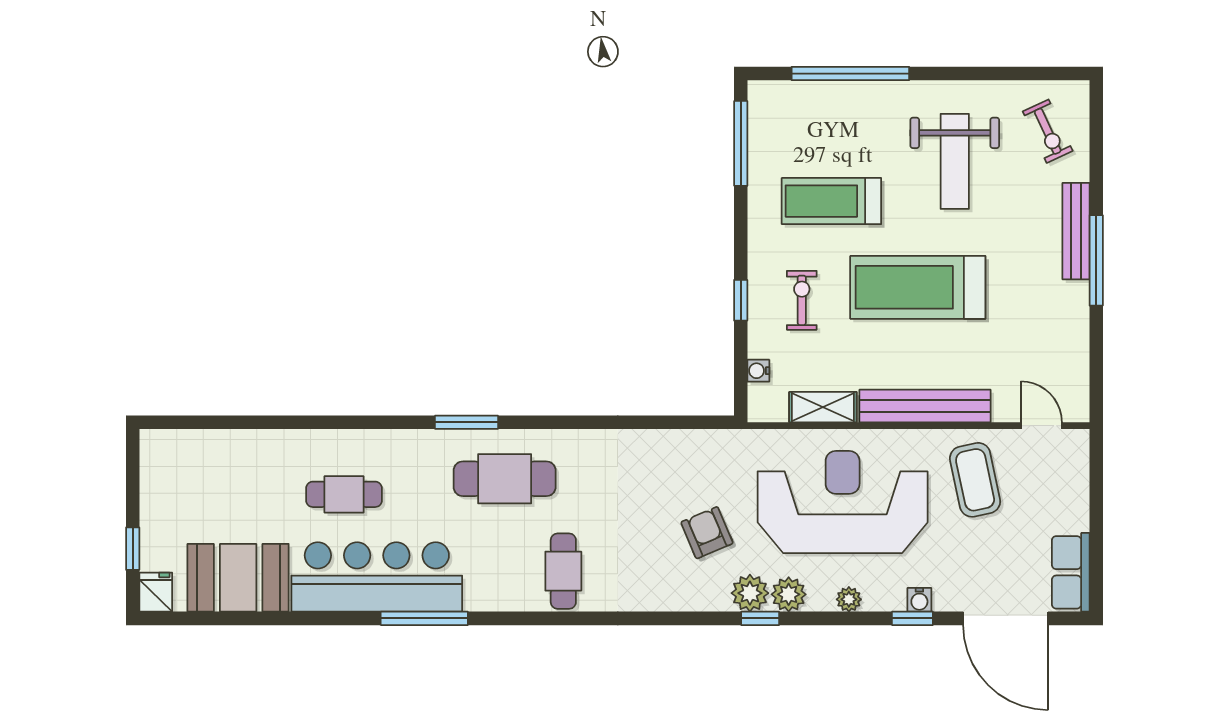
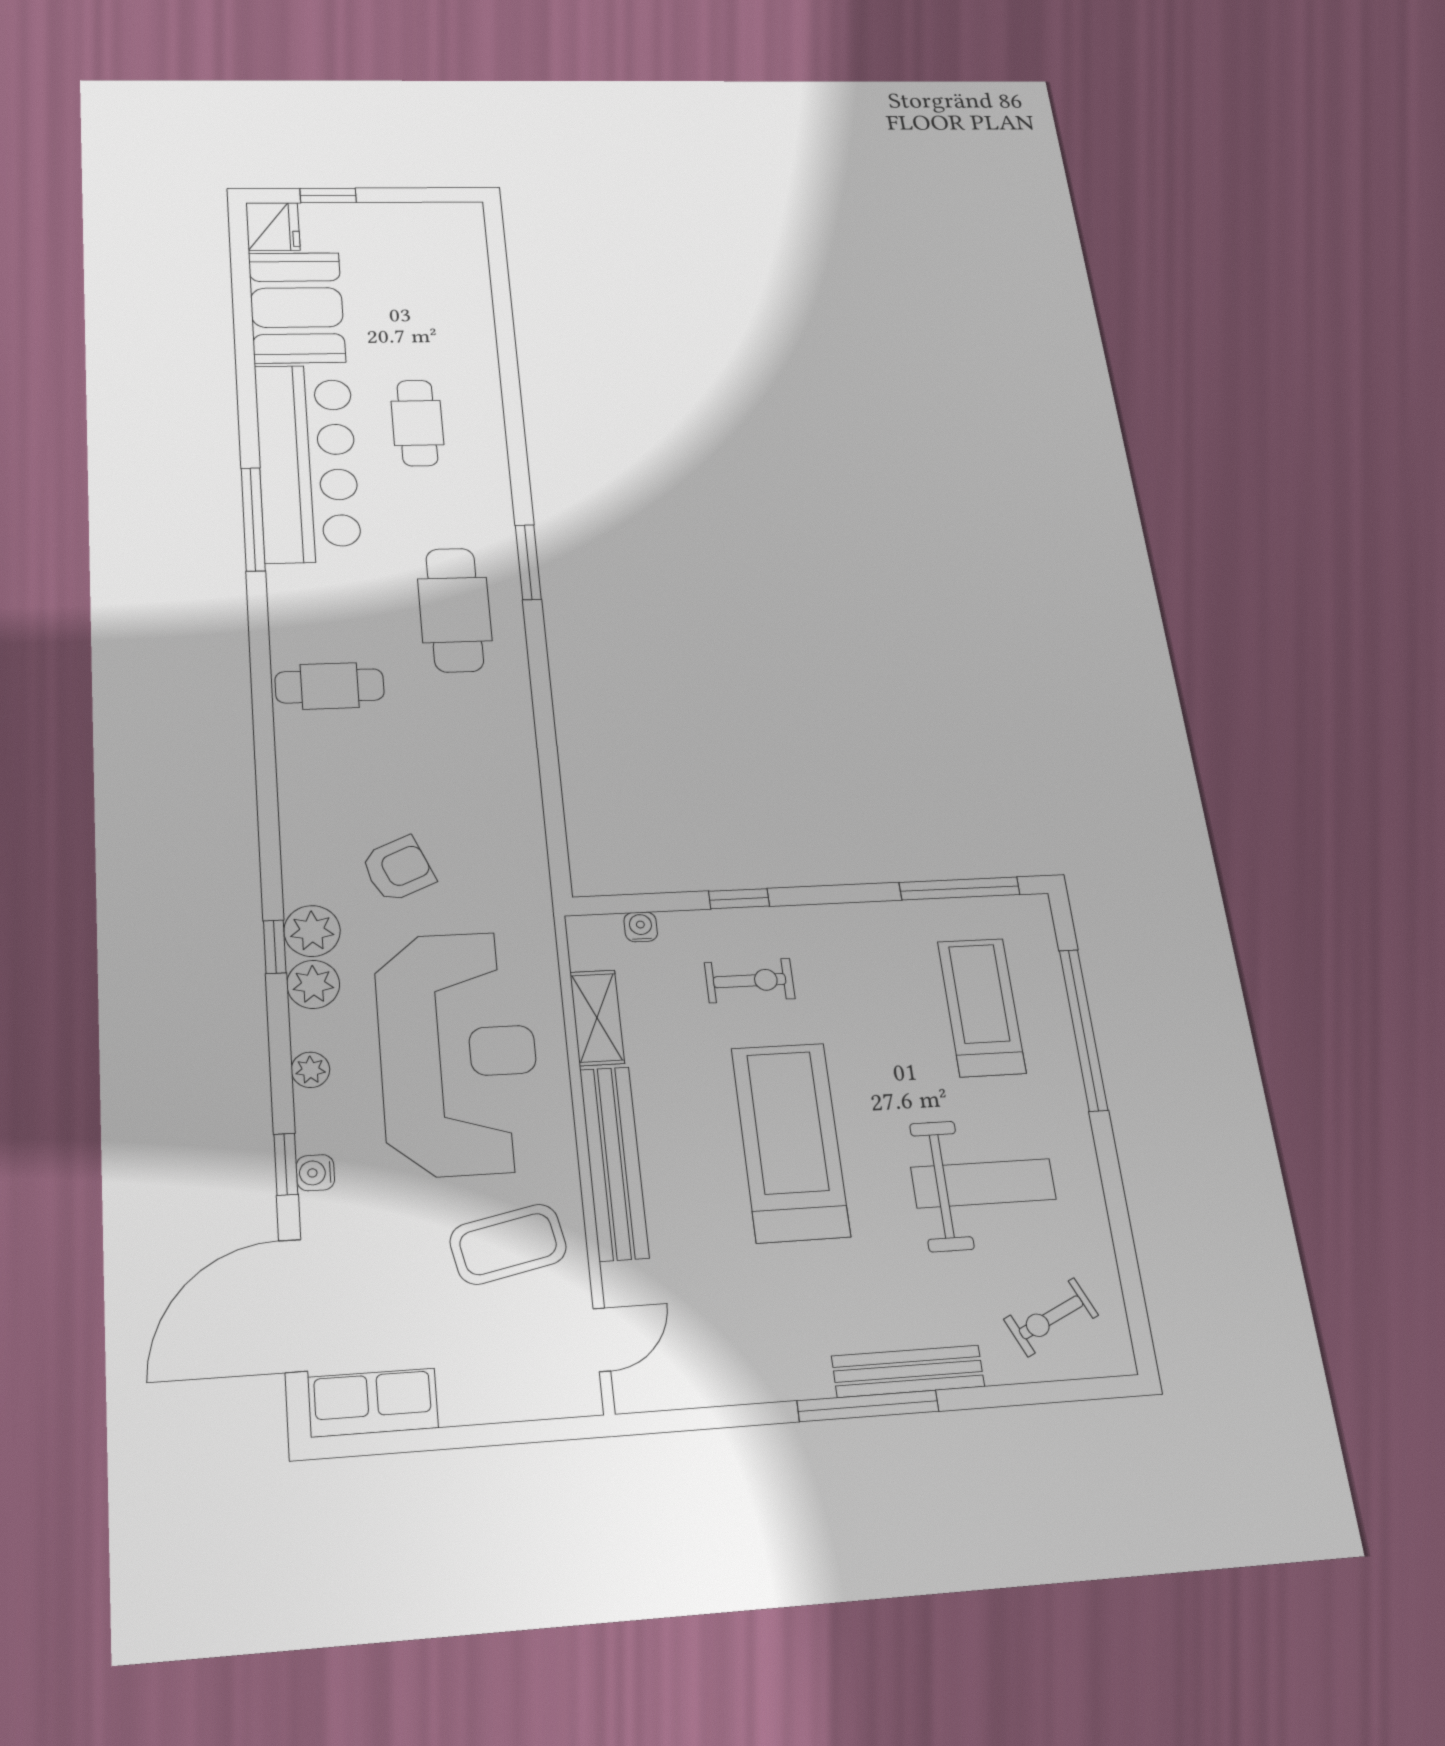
weight bench: (955, 161) -> (983, 1183), turned 180
treadmill: (831, 201) -> (982, 1007), moved
fridge: (156, 592) -> (273, 226), width x1.38

